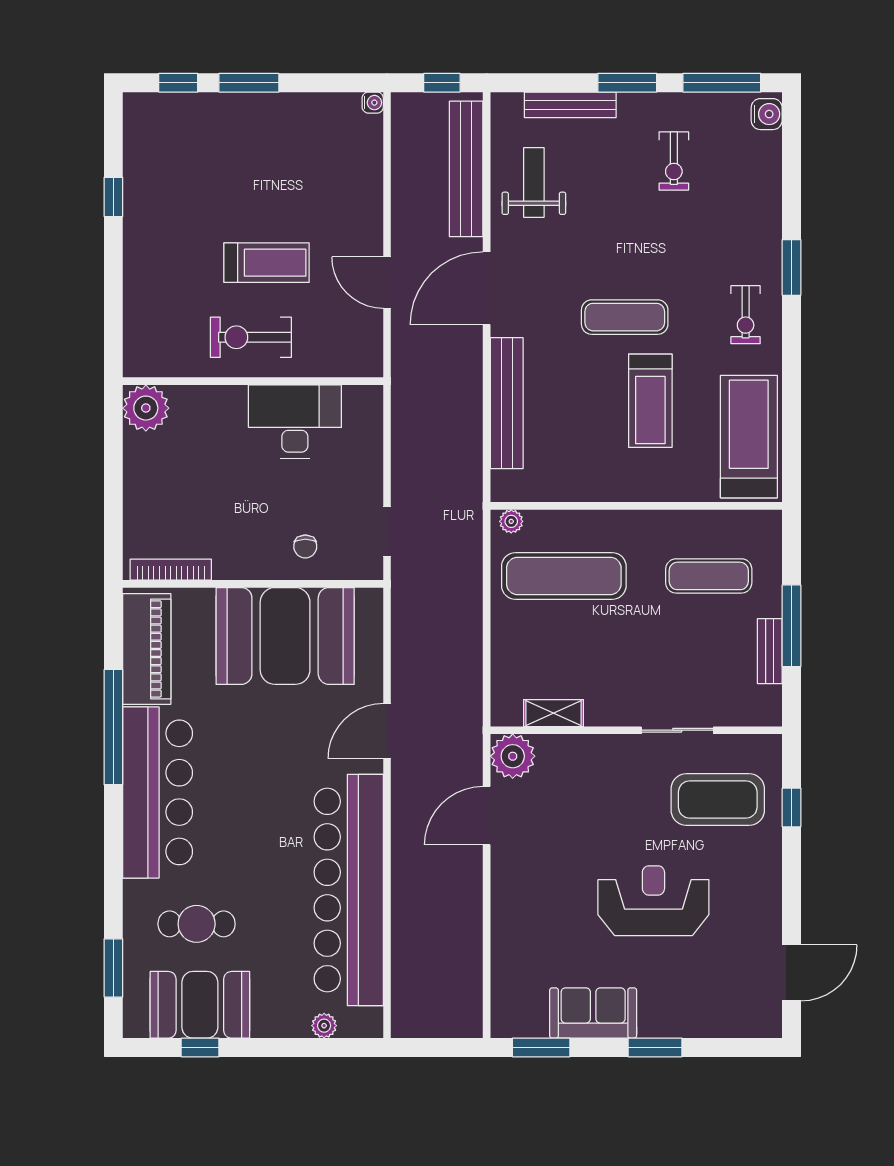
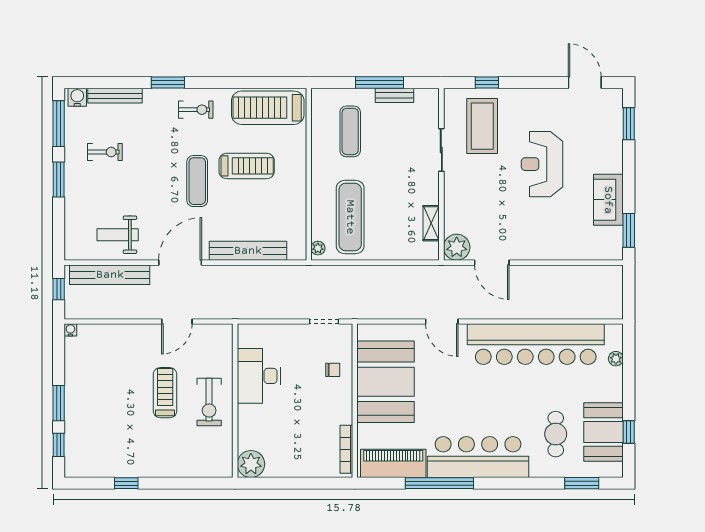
bench: (570, 105) -> (115, 96), moved, turned 90
door: (487, 288) -> (180, 263), swing flipped
window: (655, 1047) -> (629, 124), moved

